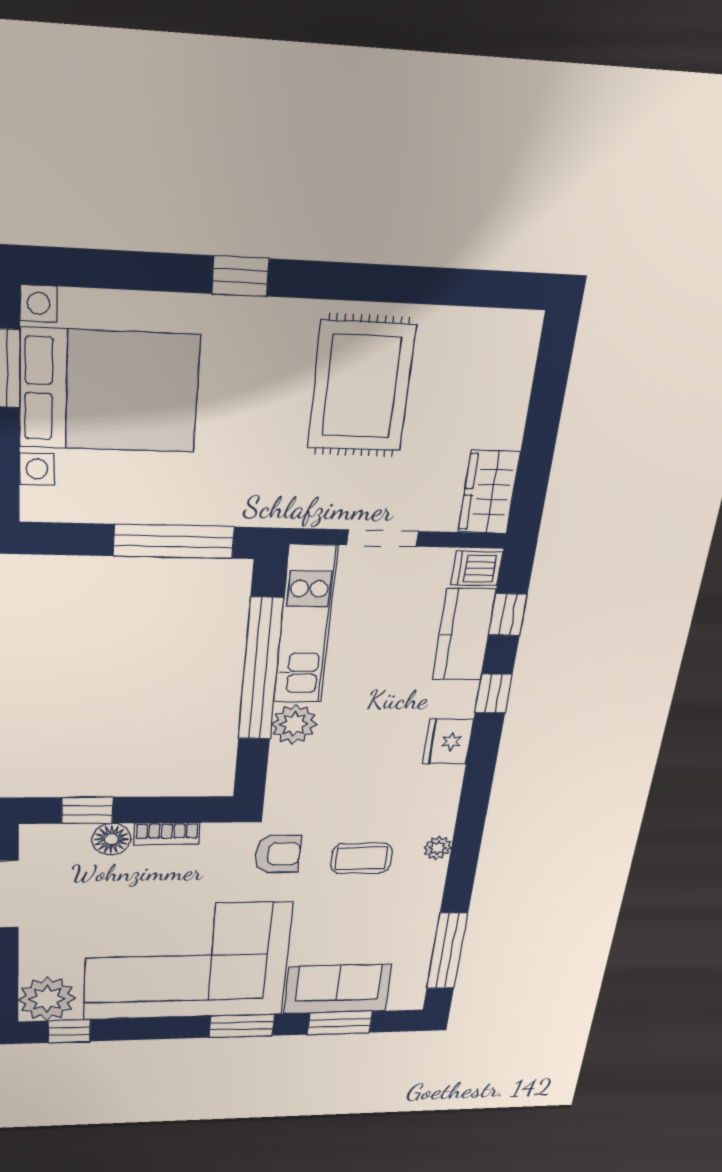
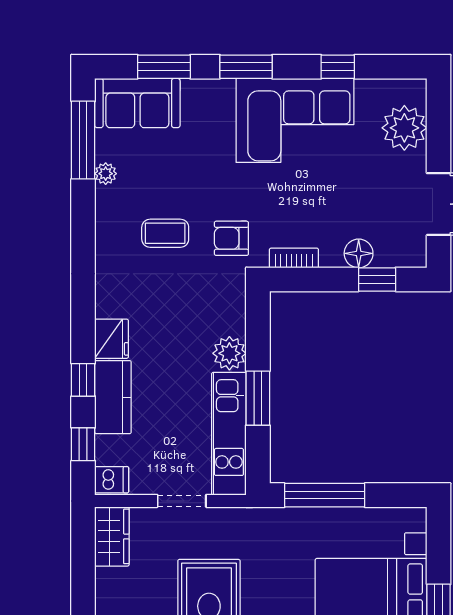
kitchen counter: (464, 635) -> (113, 397), moved
window: (260, 670) -> (258, 398), width x0.47
bookcase: (167, 834) -> (294, 258), moved
plant: (438, 848) -> (106, 174), moved
corner sofa: (187, 961) -> (295, 120), width x0.73, depth x0.74
sofa: (338, 989) -> (137, 103), moved
plant: (47, 999) -> (404, 128), moved
window: (69, 1031) -> (338, 67), moved

